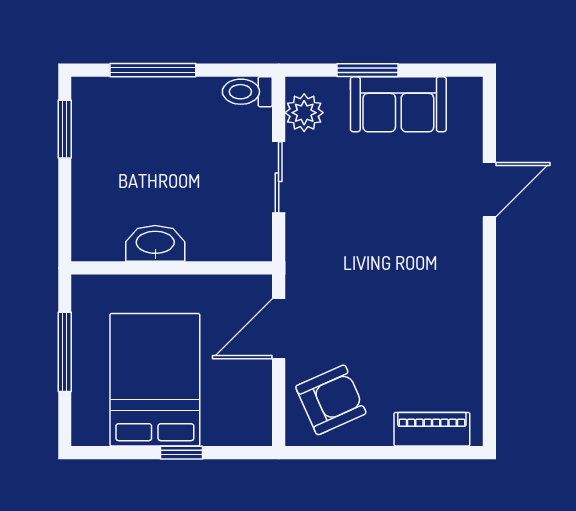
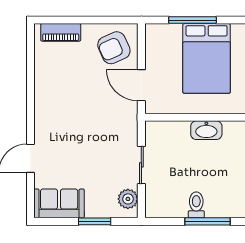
toilet: (247, 92) -> (196, 205), moved, turned -90
sofa: (398, 104) -> (59, 203), moved
door: (279, 329) -> (141, 85), swing flipped
window: (182, 453) -> (193, 20), width x2.17

